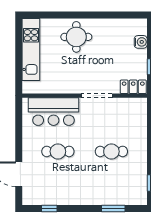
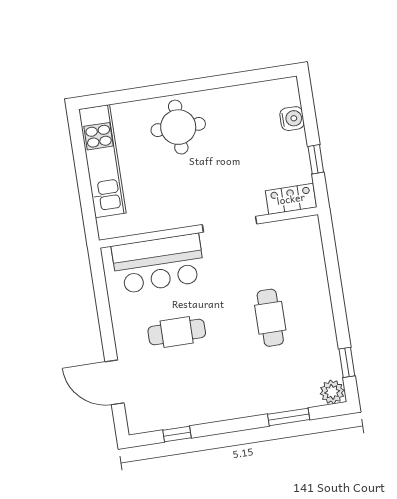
cafe table: (111, 151) -> (270, 318), turned 90
plant: (140, 198) -> (332, 392), added

